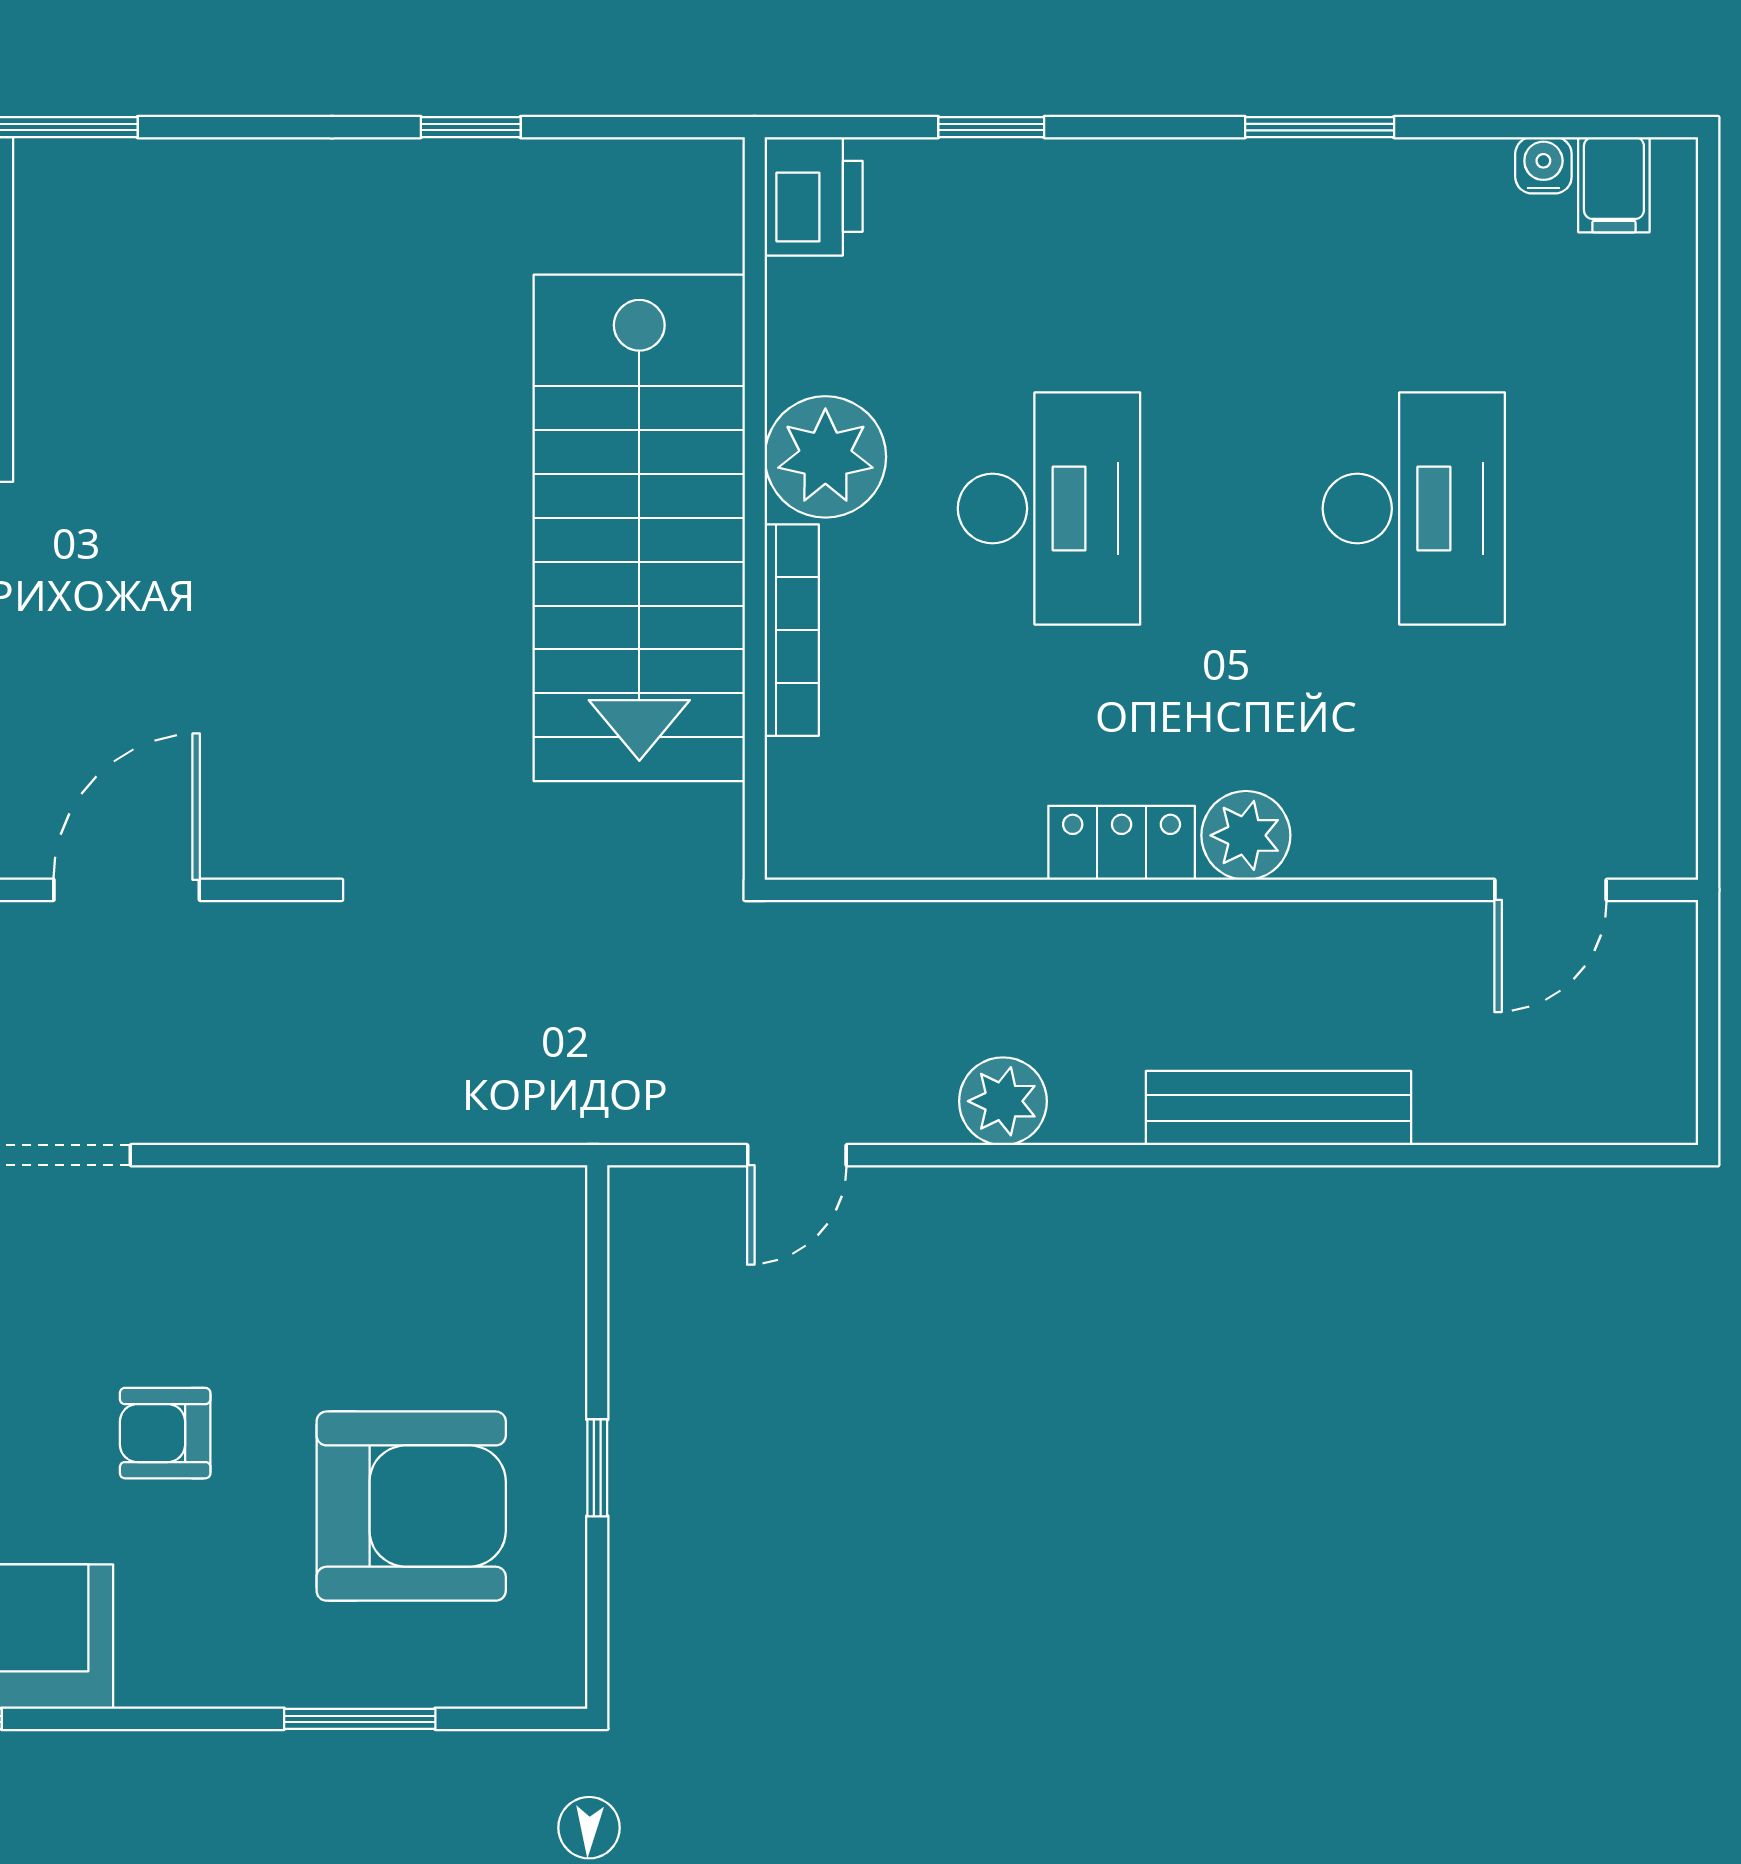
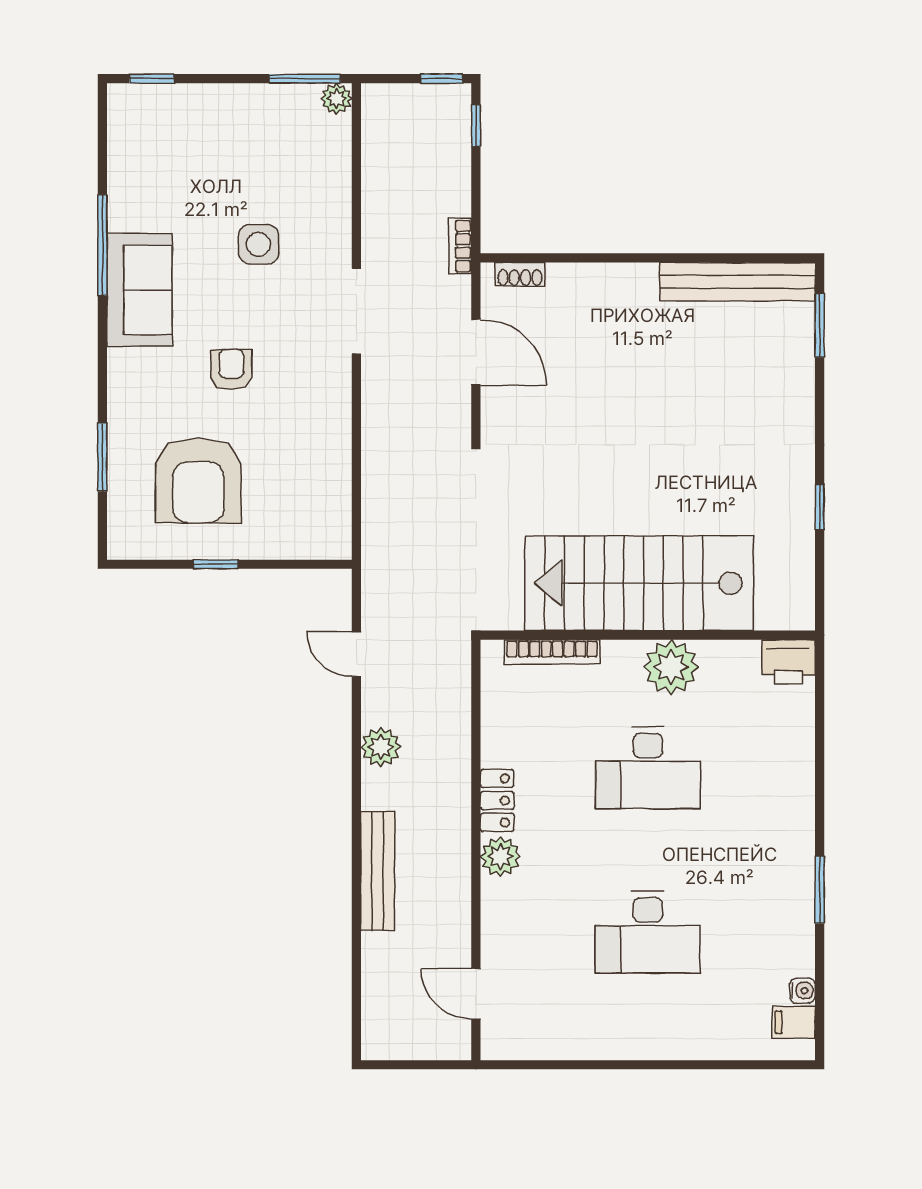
window: (991, 127) -> (820, 742), removed
bookcase: (792, 630) -> (552, 652), moved

